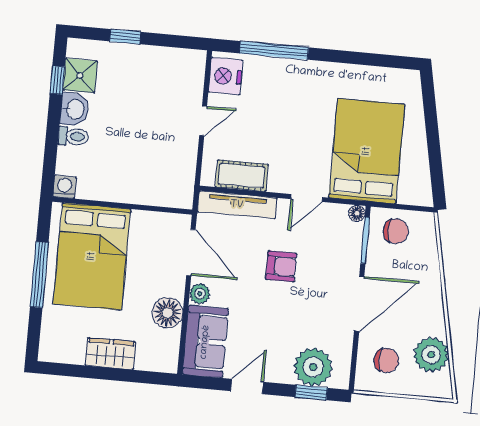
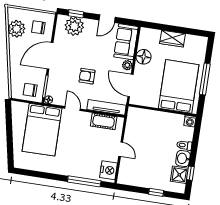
door: (203, 121) -> (121, 149), swing flipped
door: (307, 198) -> (73, 109), hinge flipped

